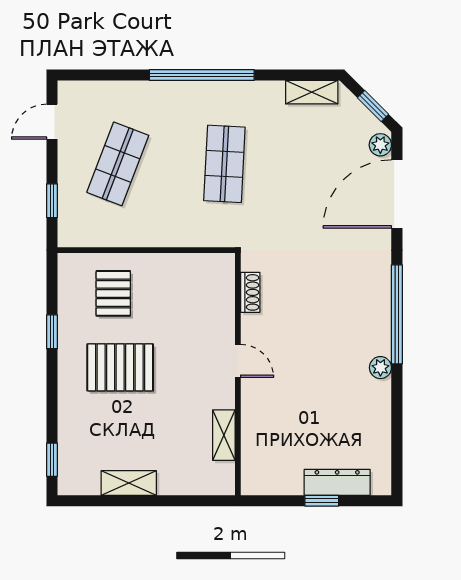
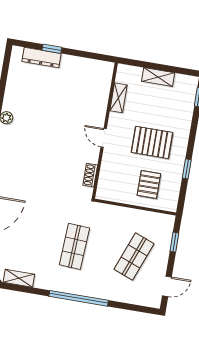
shoe rack: (250, 292) -> (90, 175), moved
door: (238, 361) -> (104, 138), moved
wall: (238, 374) -> (105, 131), moved
shelving: (224, 435) -> (118, 98), moved

